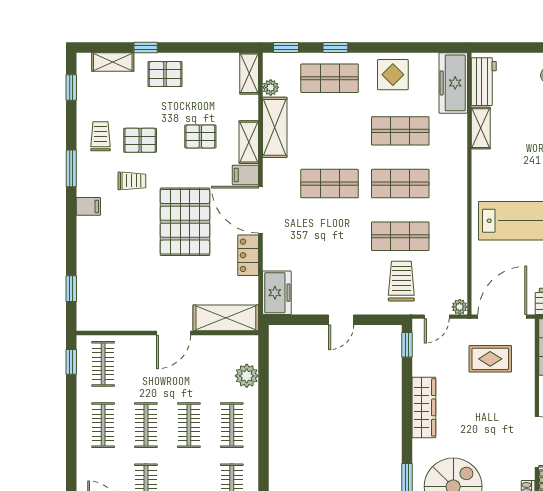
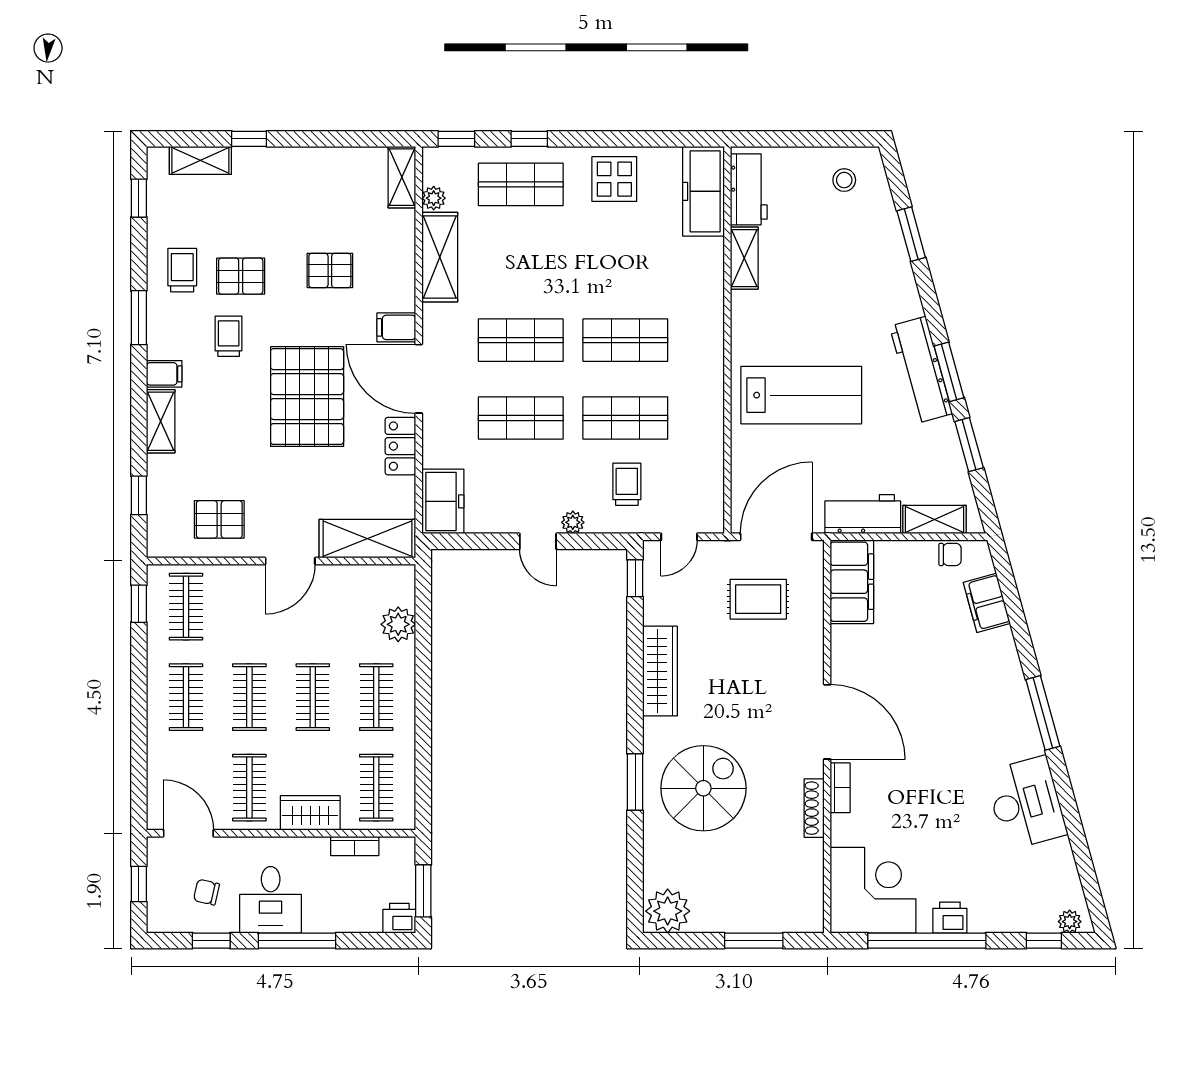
pallet: (165, 74) -> (219, 519), moved
shop shelf: (400, 131) -> (521, 418), moved
shelving: (249, 142) -> (161, 421), moved
trolley: (132, 181) -> (229, 336), turned -90
trolley: (401, 281) -> (627, 484), width x0.73, depth x0.72
plant: (460, 307) -> (573, 522), moved
door: (341, 320) -> (538, 541), hinge flipped

